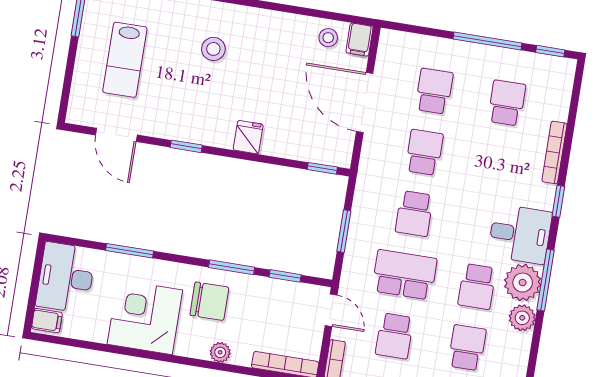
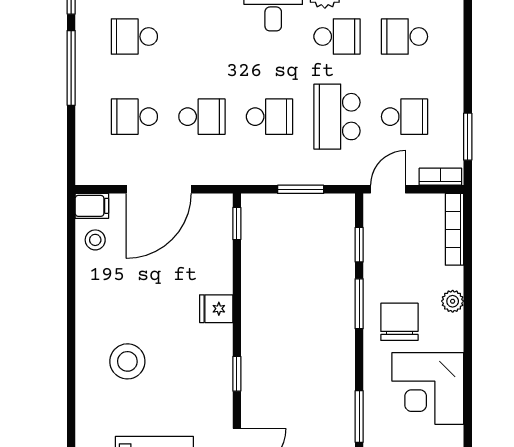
stool: (213, 49) -> (127, 361), width x1.38, depth x1.38
school desk: (424, 152) -> (202, 117), turned 180

